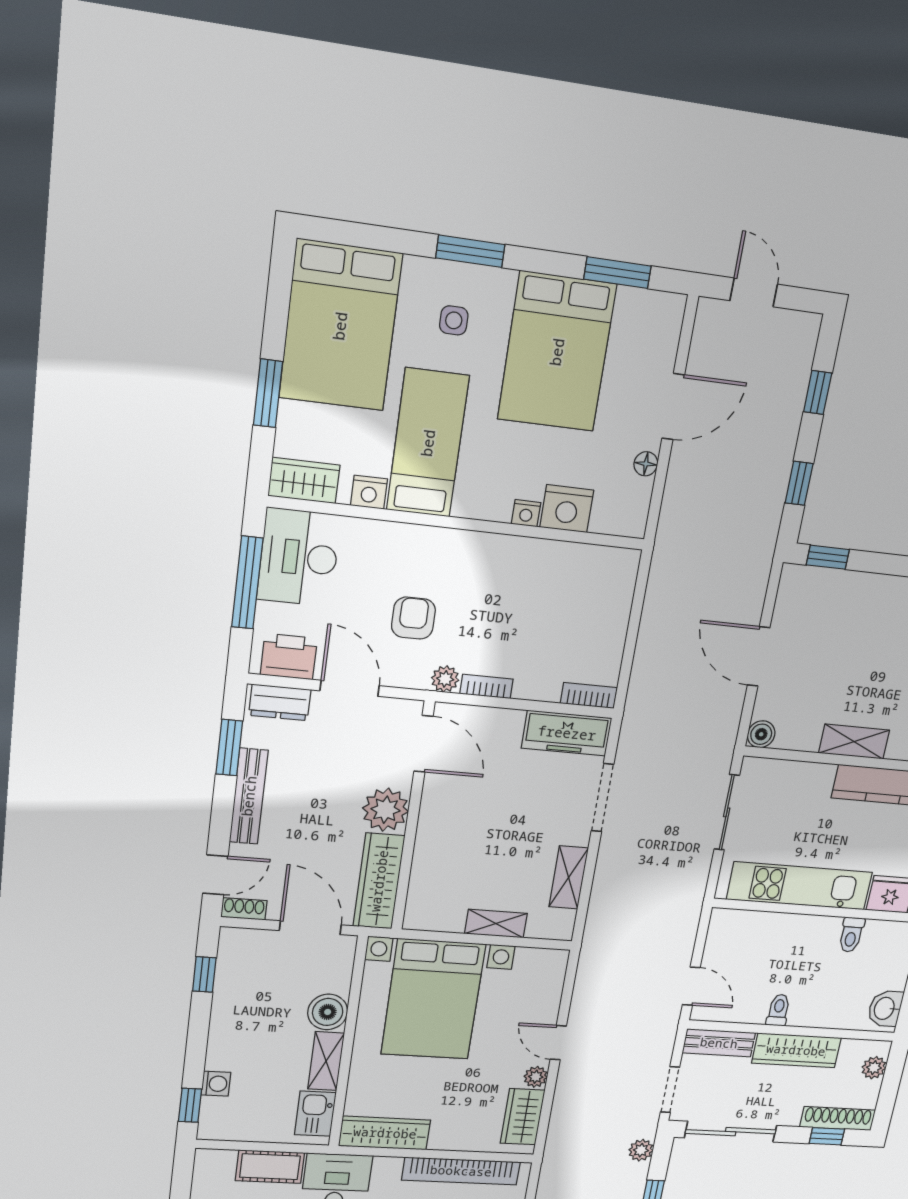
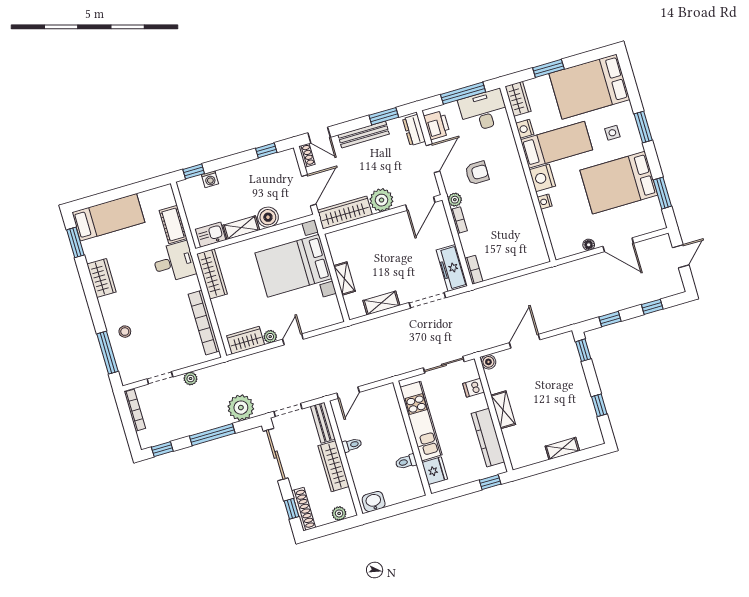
nightstand: (567, 509) -> (542, 178), moved
dishwasher: (791, 777) -> (474, 388), added
plant: (641, 1150) -> (241, 408), width x1.88, depth x1.88

